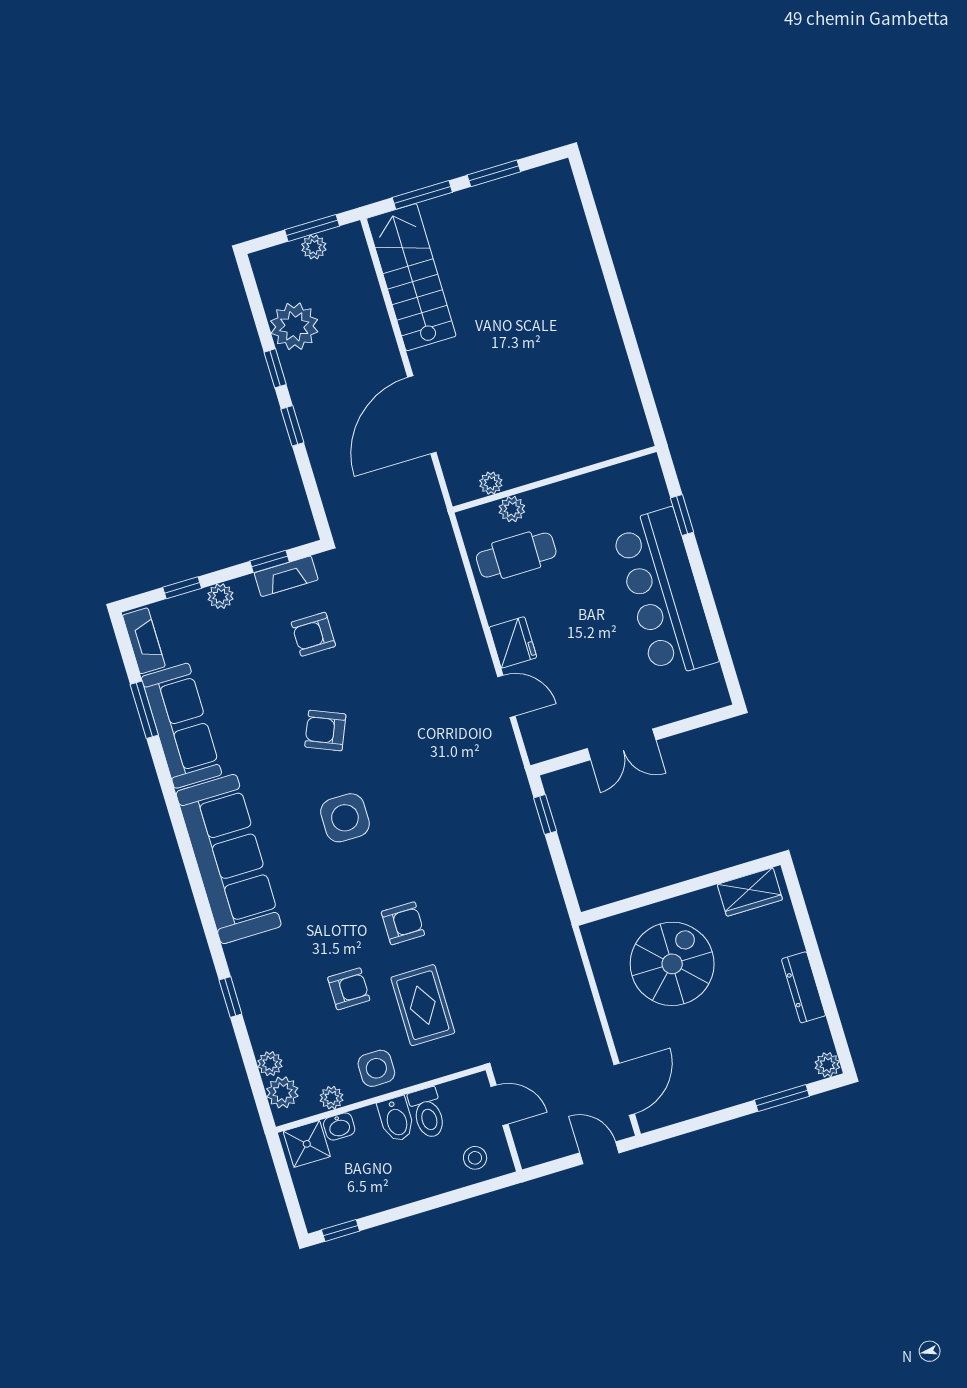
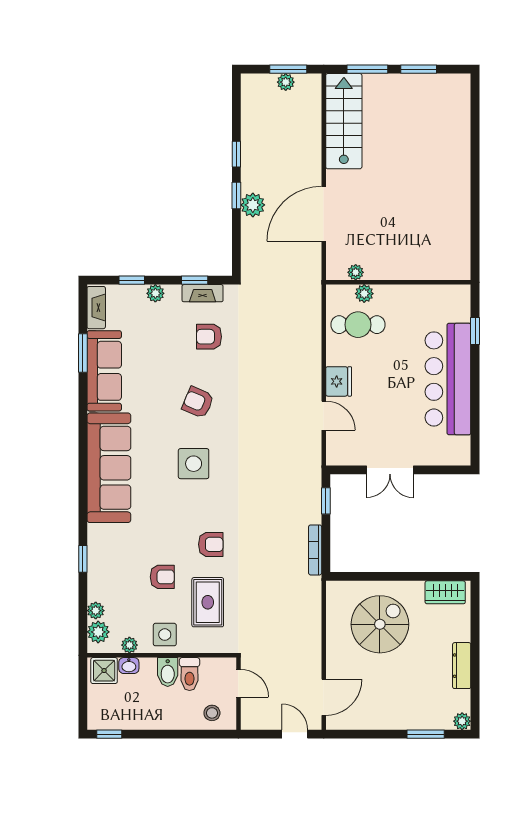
plant: (294, 326) -> (253, 205), moved, width x0.73, depth x0.73
bookcase: (551, 887) -> (315, 550), added

